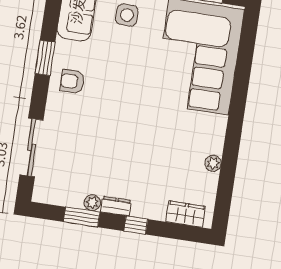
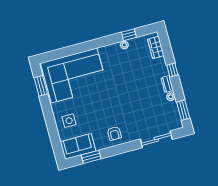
window: (45, 58) -> (91, 157), moved
window: (227, 178) -> (129, 35), added
window: (82, 217) -> (183, 110), moved

